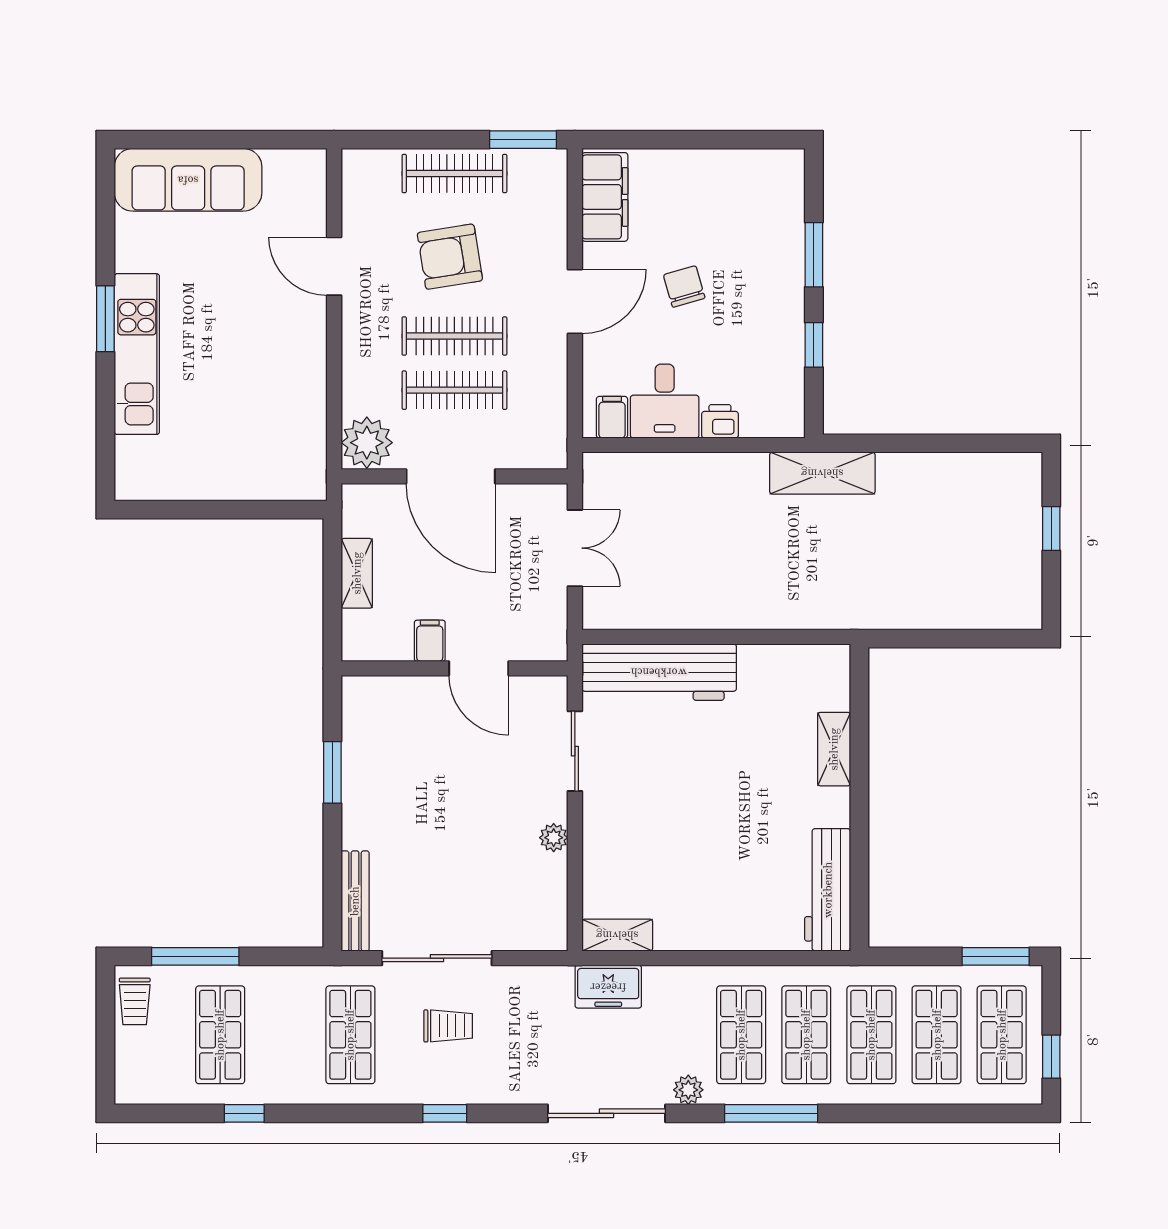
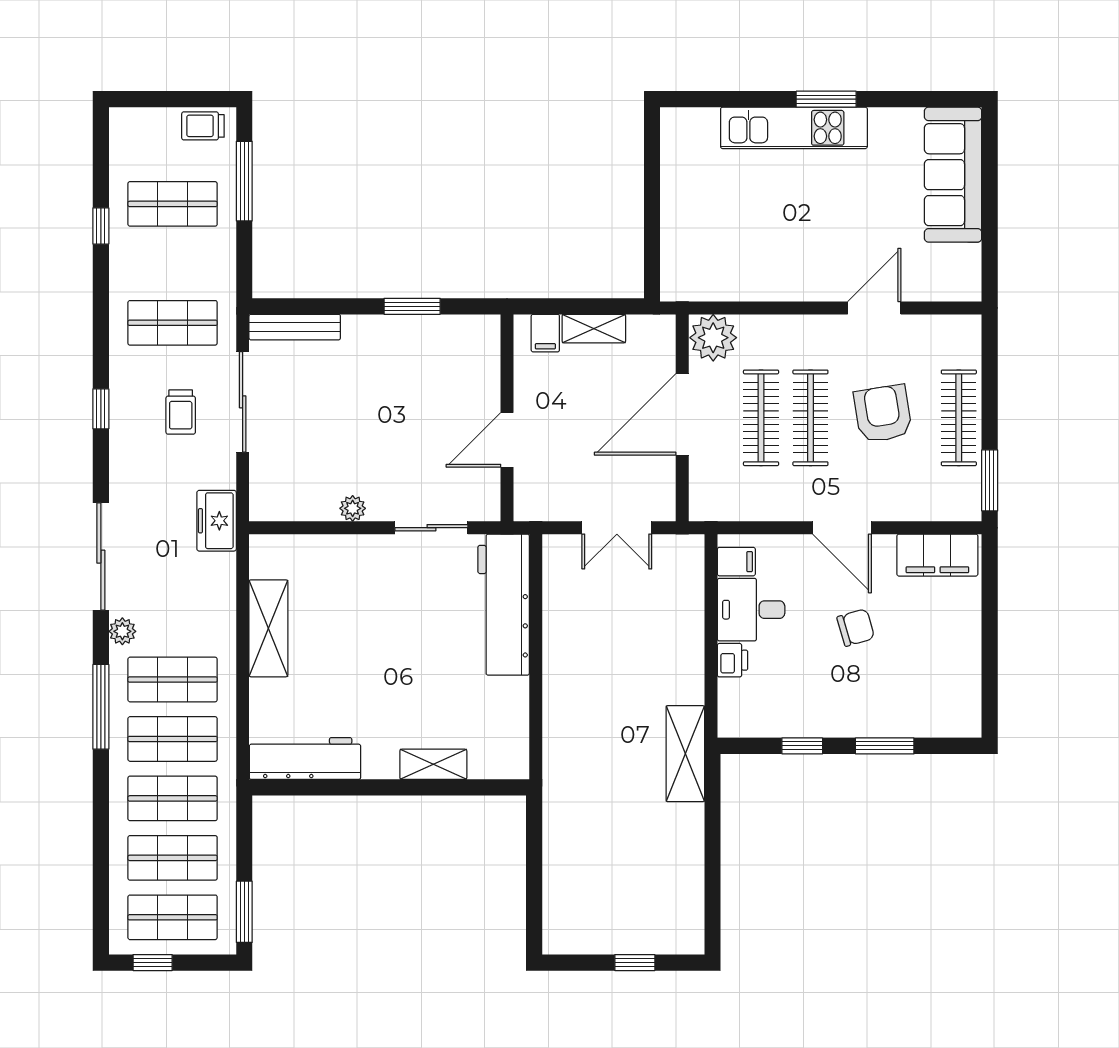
filing cabinet: (430, 641) -> (545, 333), moved, turned 90
shelving: (617, 935) -> (268, 628), moved, width x1.50, depth x1.33
freezer: (608, 987) -> (217, 521), moved

